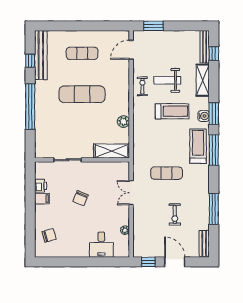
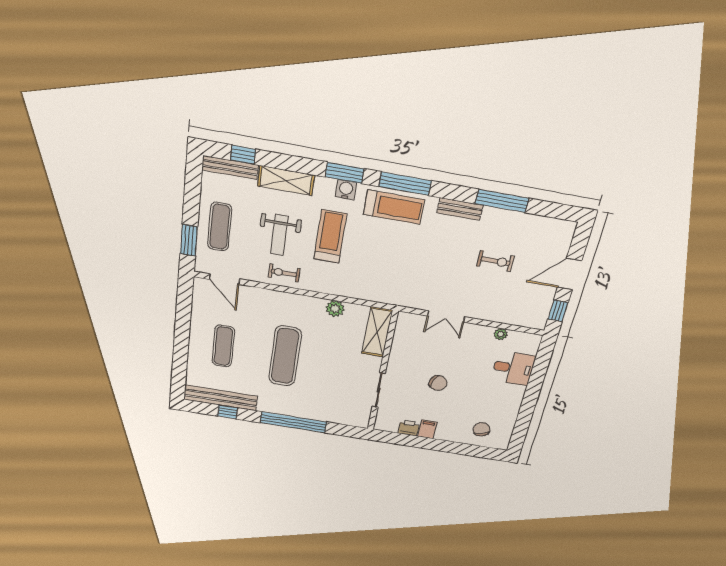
treadmill: (198, 146) -> (394, 207), turned 180
exercise mat: (167, 173) -> (220, 227), moved
bench: (204, 243) -> (460, 209), moved

